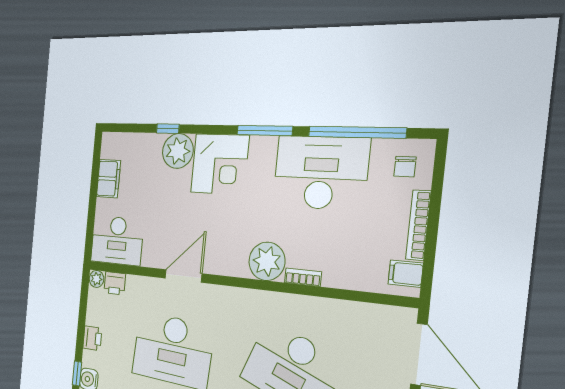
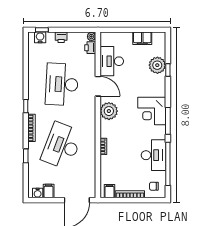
plant: (178, 151) -> (157, 65), moved
corner desk: (220, 164) -> (152, 111), moved
desk: (320, 173) -> (154, 155), width x0.73, depth x0.77
desk: (117, 241) -> (112, 61), moved
plant: (267, 261) -> (109, 111), moved

